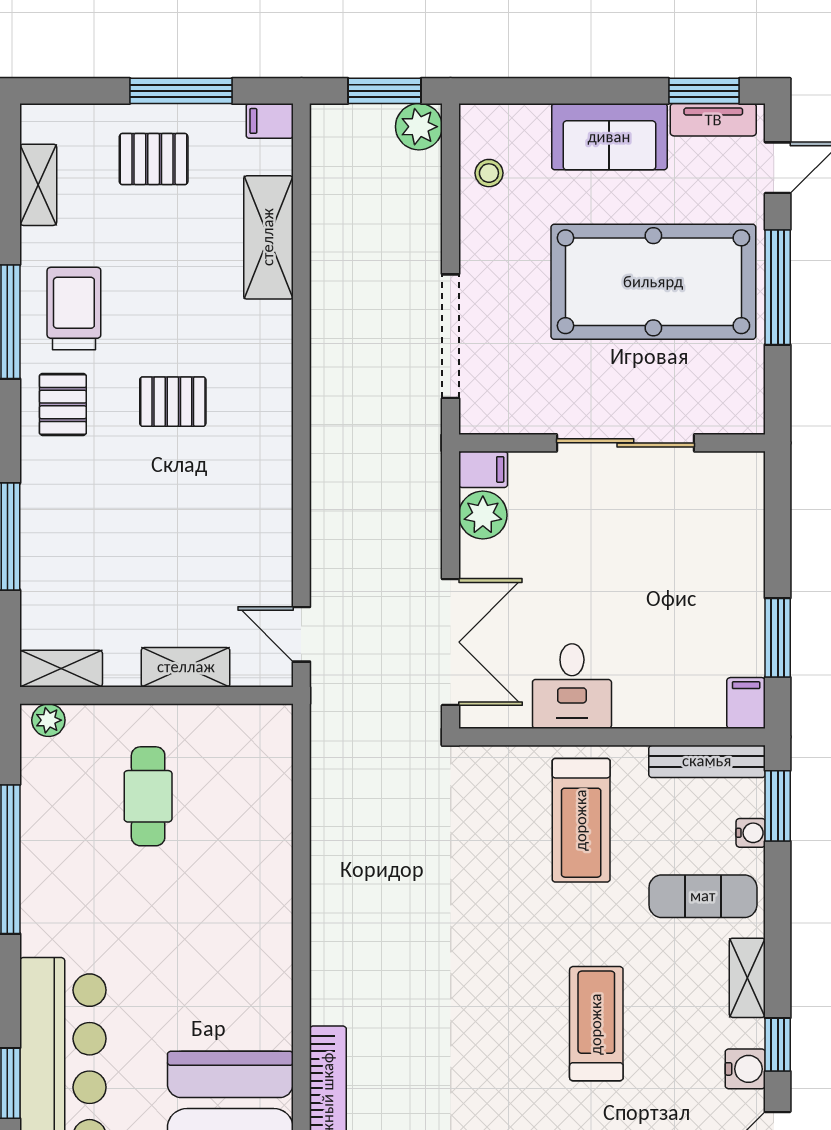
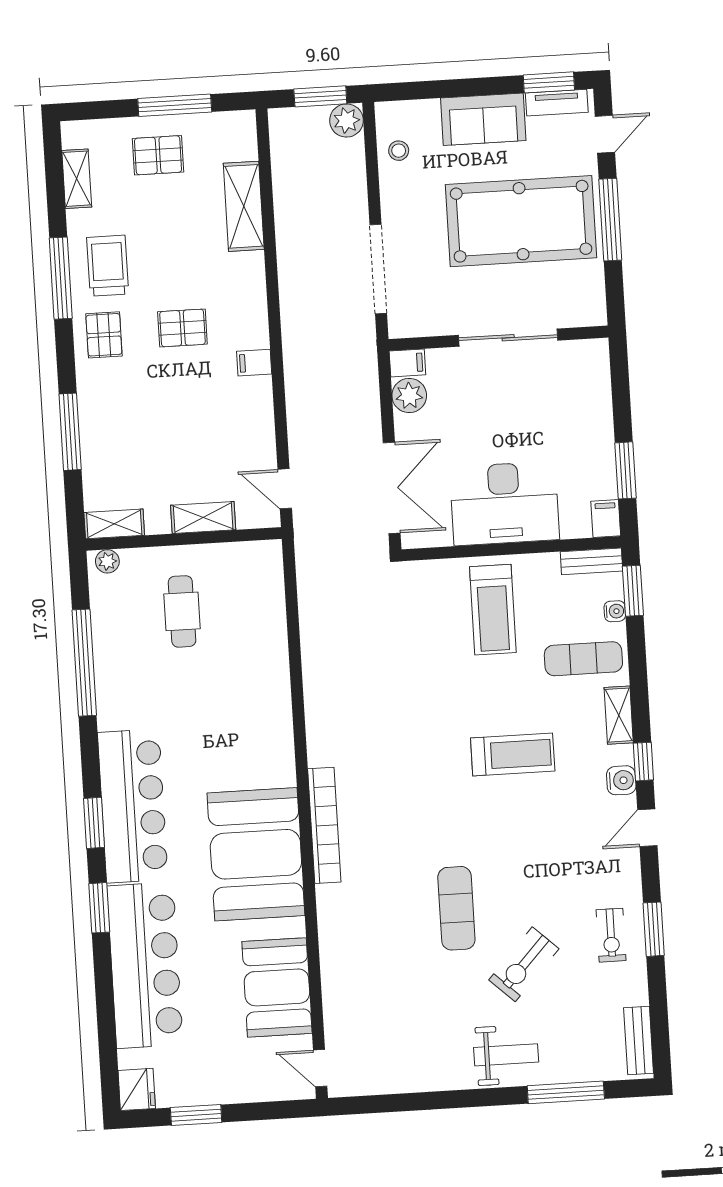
filing cabinet: (270, 121) -> (254, 363), moved
desk: (572, 686) -> (504, 503), width x1.87, depth x1.30
bench: (707, 761) -> (592, 561), width x0.73
treadmill: (596, 1024) -> (513, 754), turned 90

